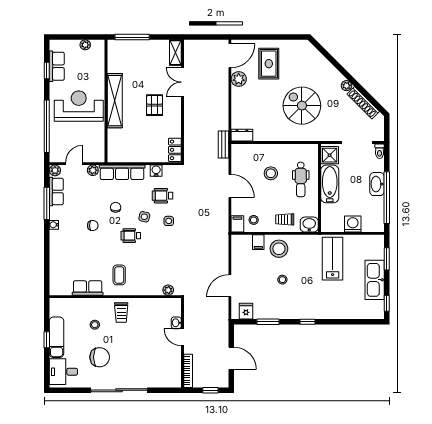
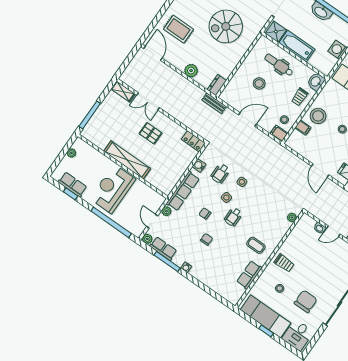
plant: (239, 79) -> (191, 71), moved
dental chair: (301, 179) -> (279, 65), turned 180
exam couch: (57, 337) -> (266, 316), width x1.36, depth x1.45

